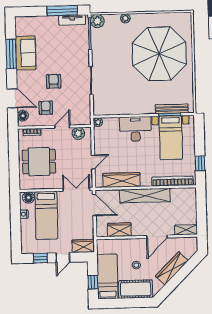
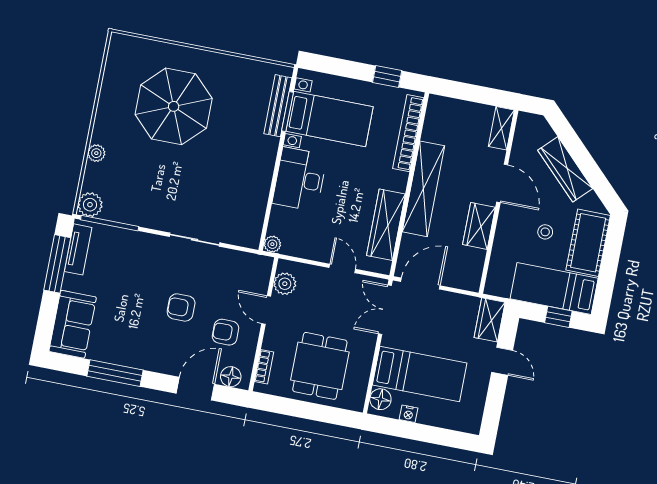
sofa: (26, 53) -> (73, 324), moved, turned 90
parasol: (159, 54) -> (174, 106), width x0.73, depth x0.73
wardrobe: (119, 230) -> (479, 226), moved
window: (40, 258) -> (494, 402), removed

